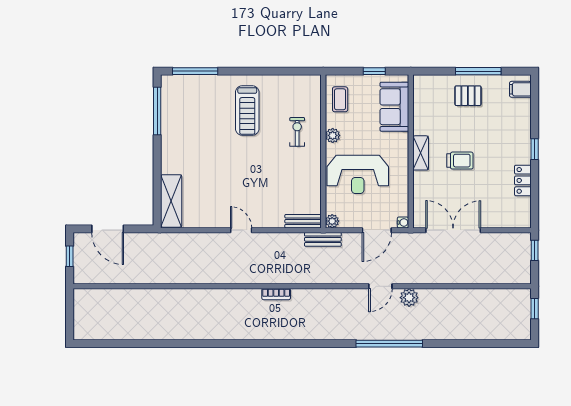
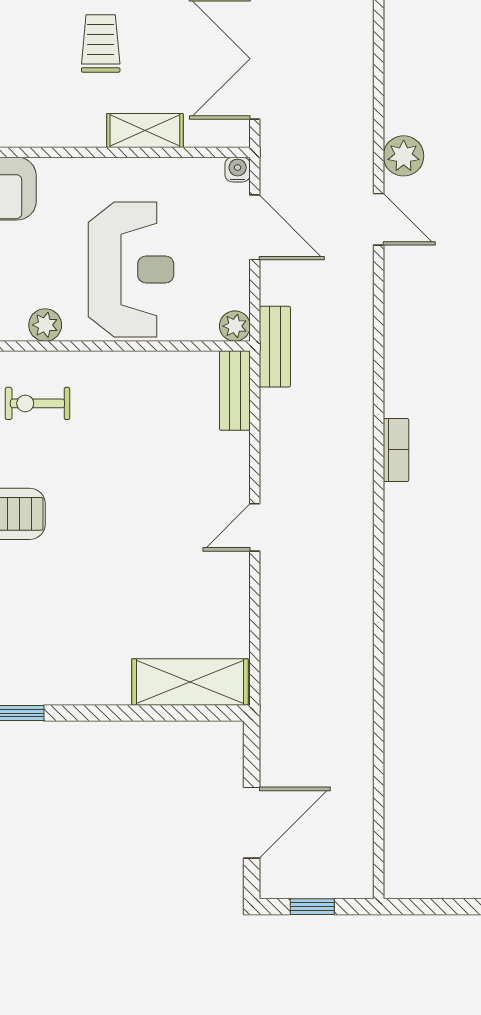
shelving: (421, 153) -> (145, 131), moved

